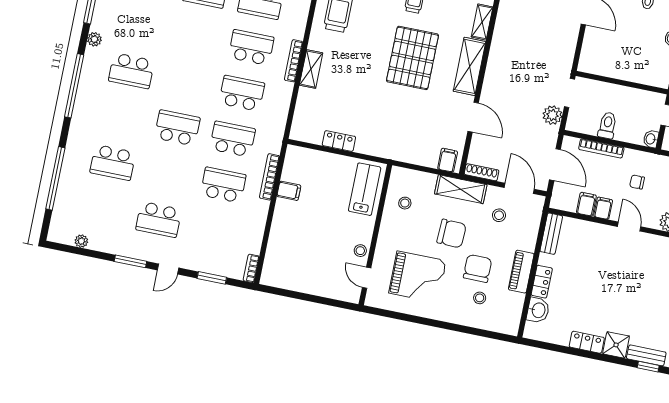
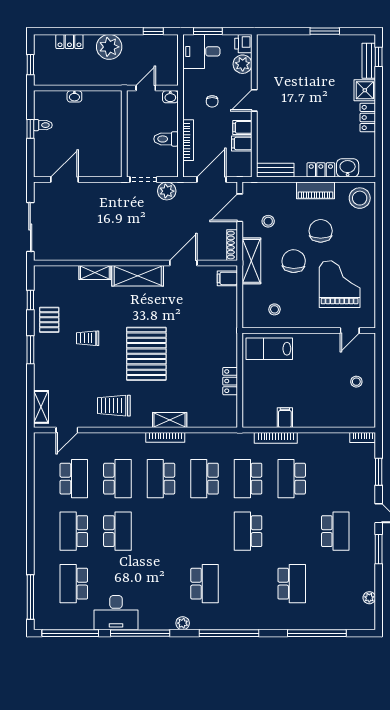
pallet: (412, 58) -> (146, 354), moved, turned 90
stool: (360, 251) -> (356, 382), moved
chair: (478, 268) -> (321, 231), turned 90
stool: (480, 298) -> (360, 198), moved, width x1.89, depth x1.89

